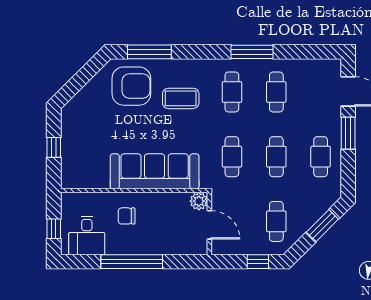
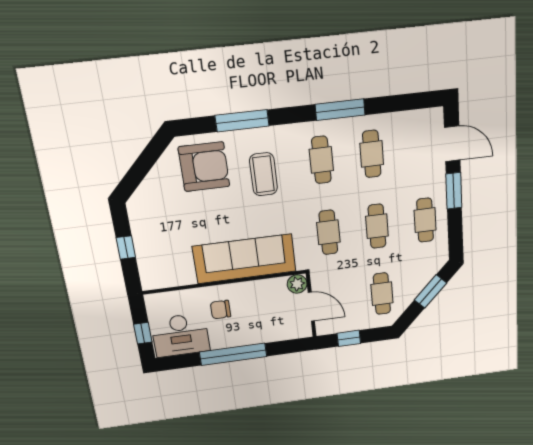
window: (149, 52) -> (242, 121), moved
coffee table: (181, 98) -> (263, 174), turned 90
desk: (87, 236) -> (180, 335), width x1.37
window: (258, 262) -> (349, 338), moved

